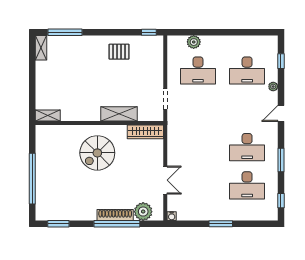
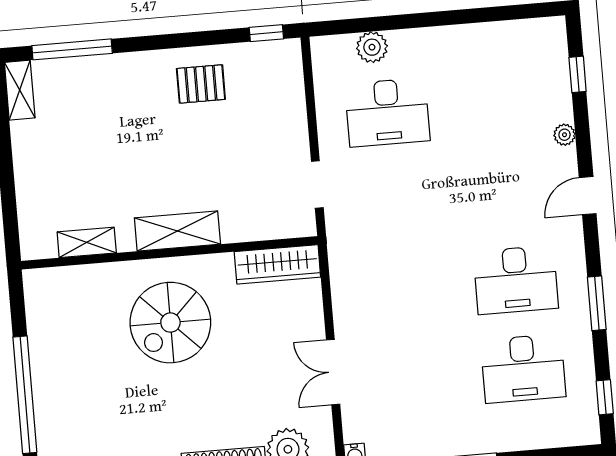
desk: (247, 71) -> (501, 103), removed
shelving: (119, 114) -> (177, 231), moved
shelving: (48, 116) -> (87, 242), moved
double door: (165, 180) -> (333, 372), swing flipped

